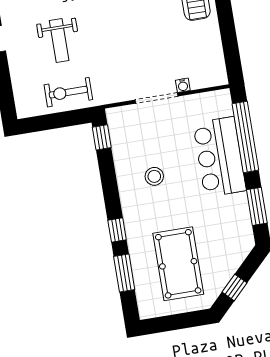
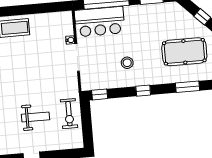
bar counter: (220, 157) -> (100, 22), moved
window: (117, 230) -> (143, 91), moved

